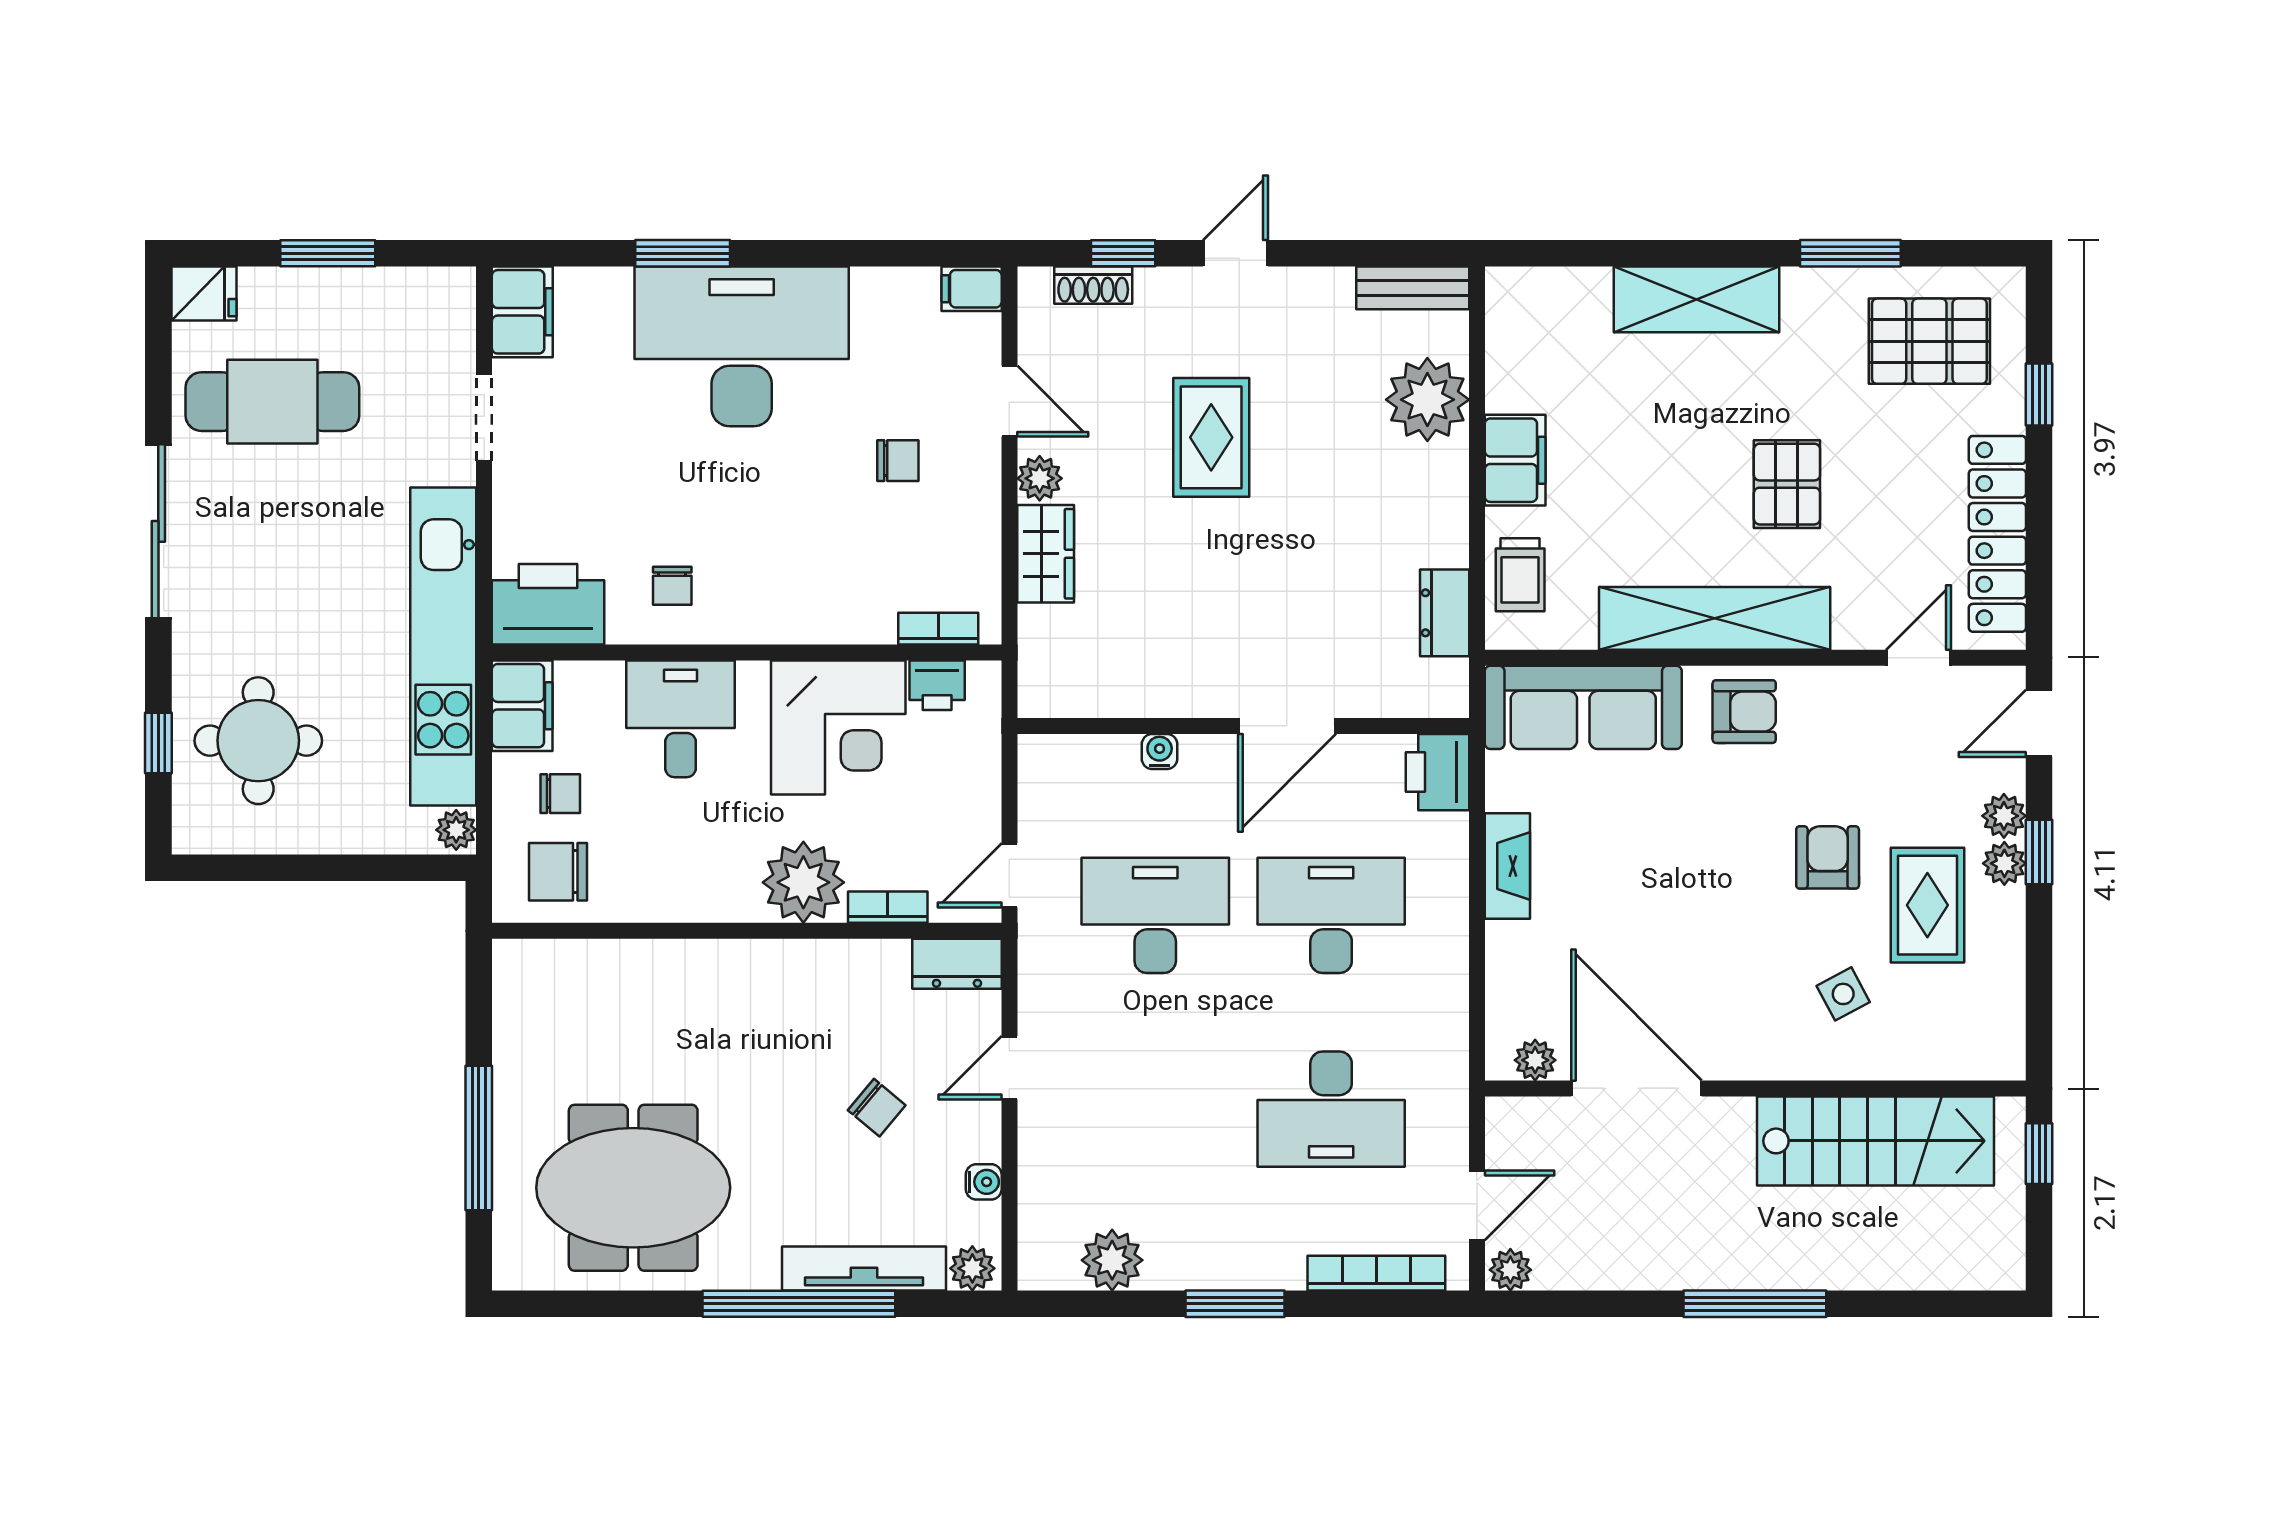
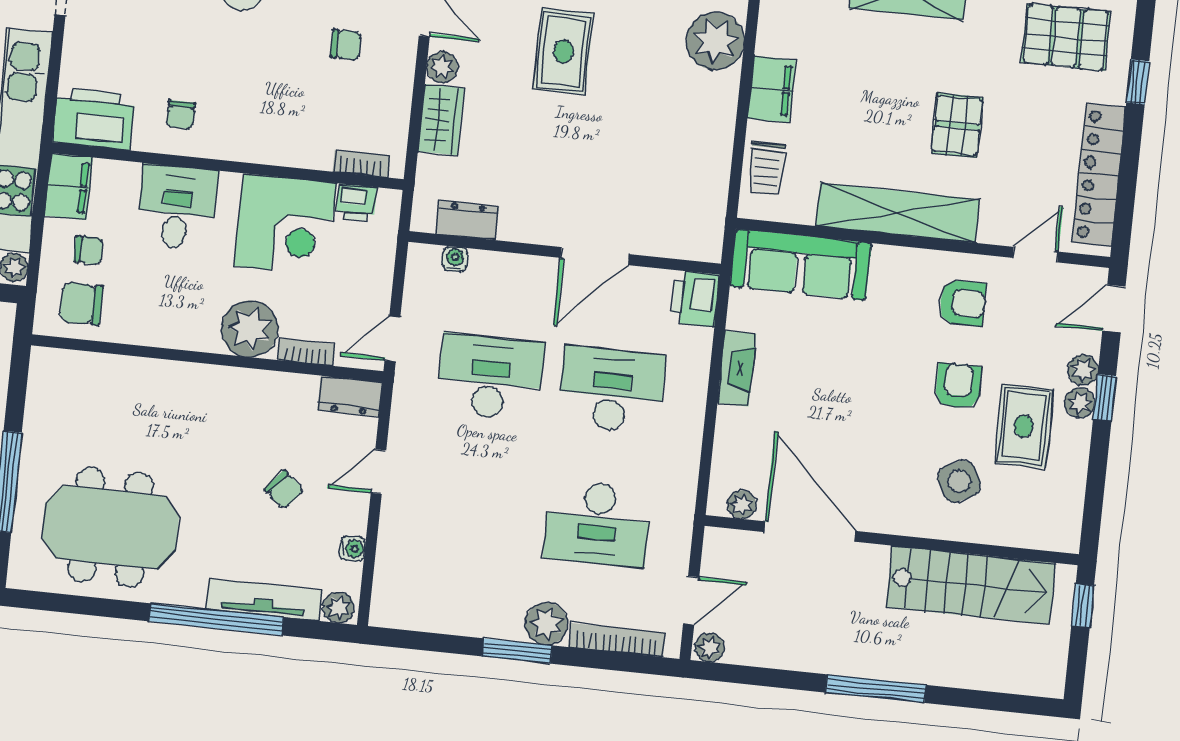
dresser: (1445, 613) -> (467, 220), moved, turned 90
armchair: (1744, 712) -> (962, 303), moved
water cooler: (1160, 752) -> (455, 259), moved
side table: (1843, 994) -> (959, 481), width x1.37, depth x1.37
plant: (1112, 1260) -> (546, 624), moved

